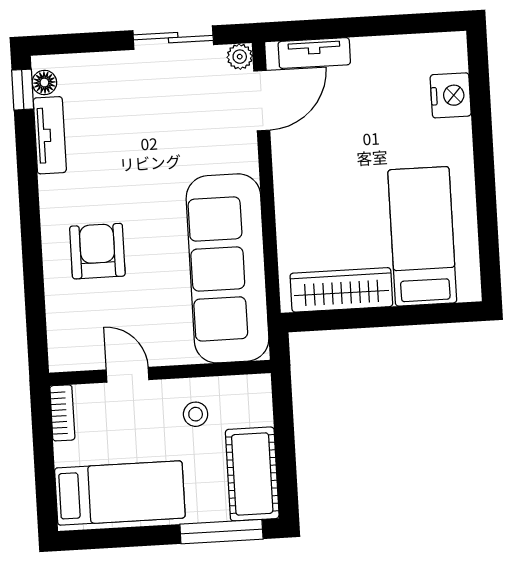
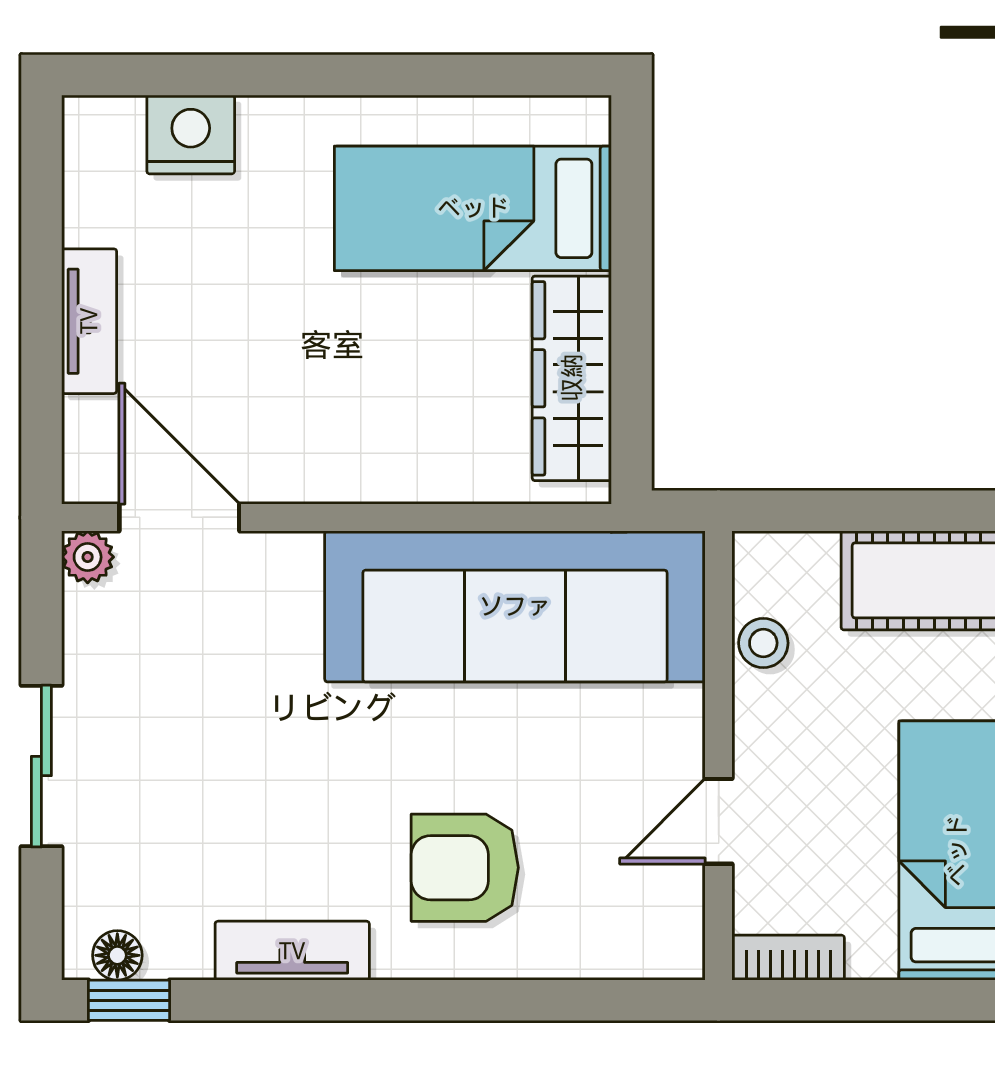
sliding door: (173, 38) -> (41, 766), moved
tv unit: (314, 53) -> (89, 321), moved
tv unit: (50, 135) -> (292, 951), moved
stool: (196, 414) -> (763, 643), moved

